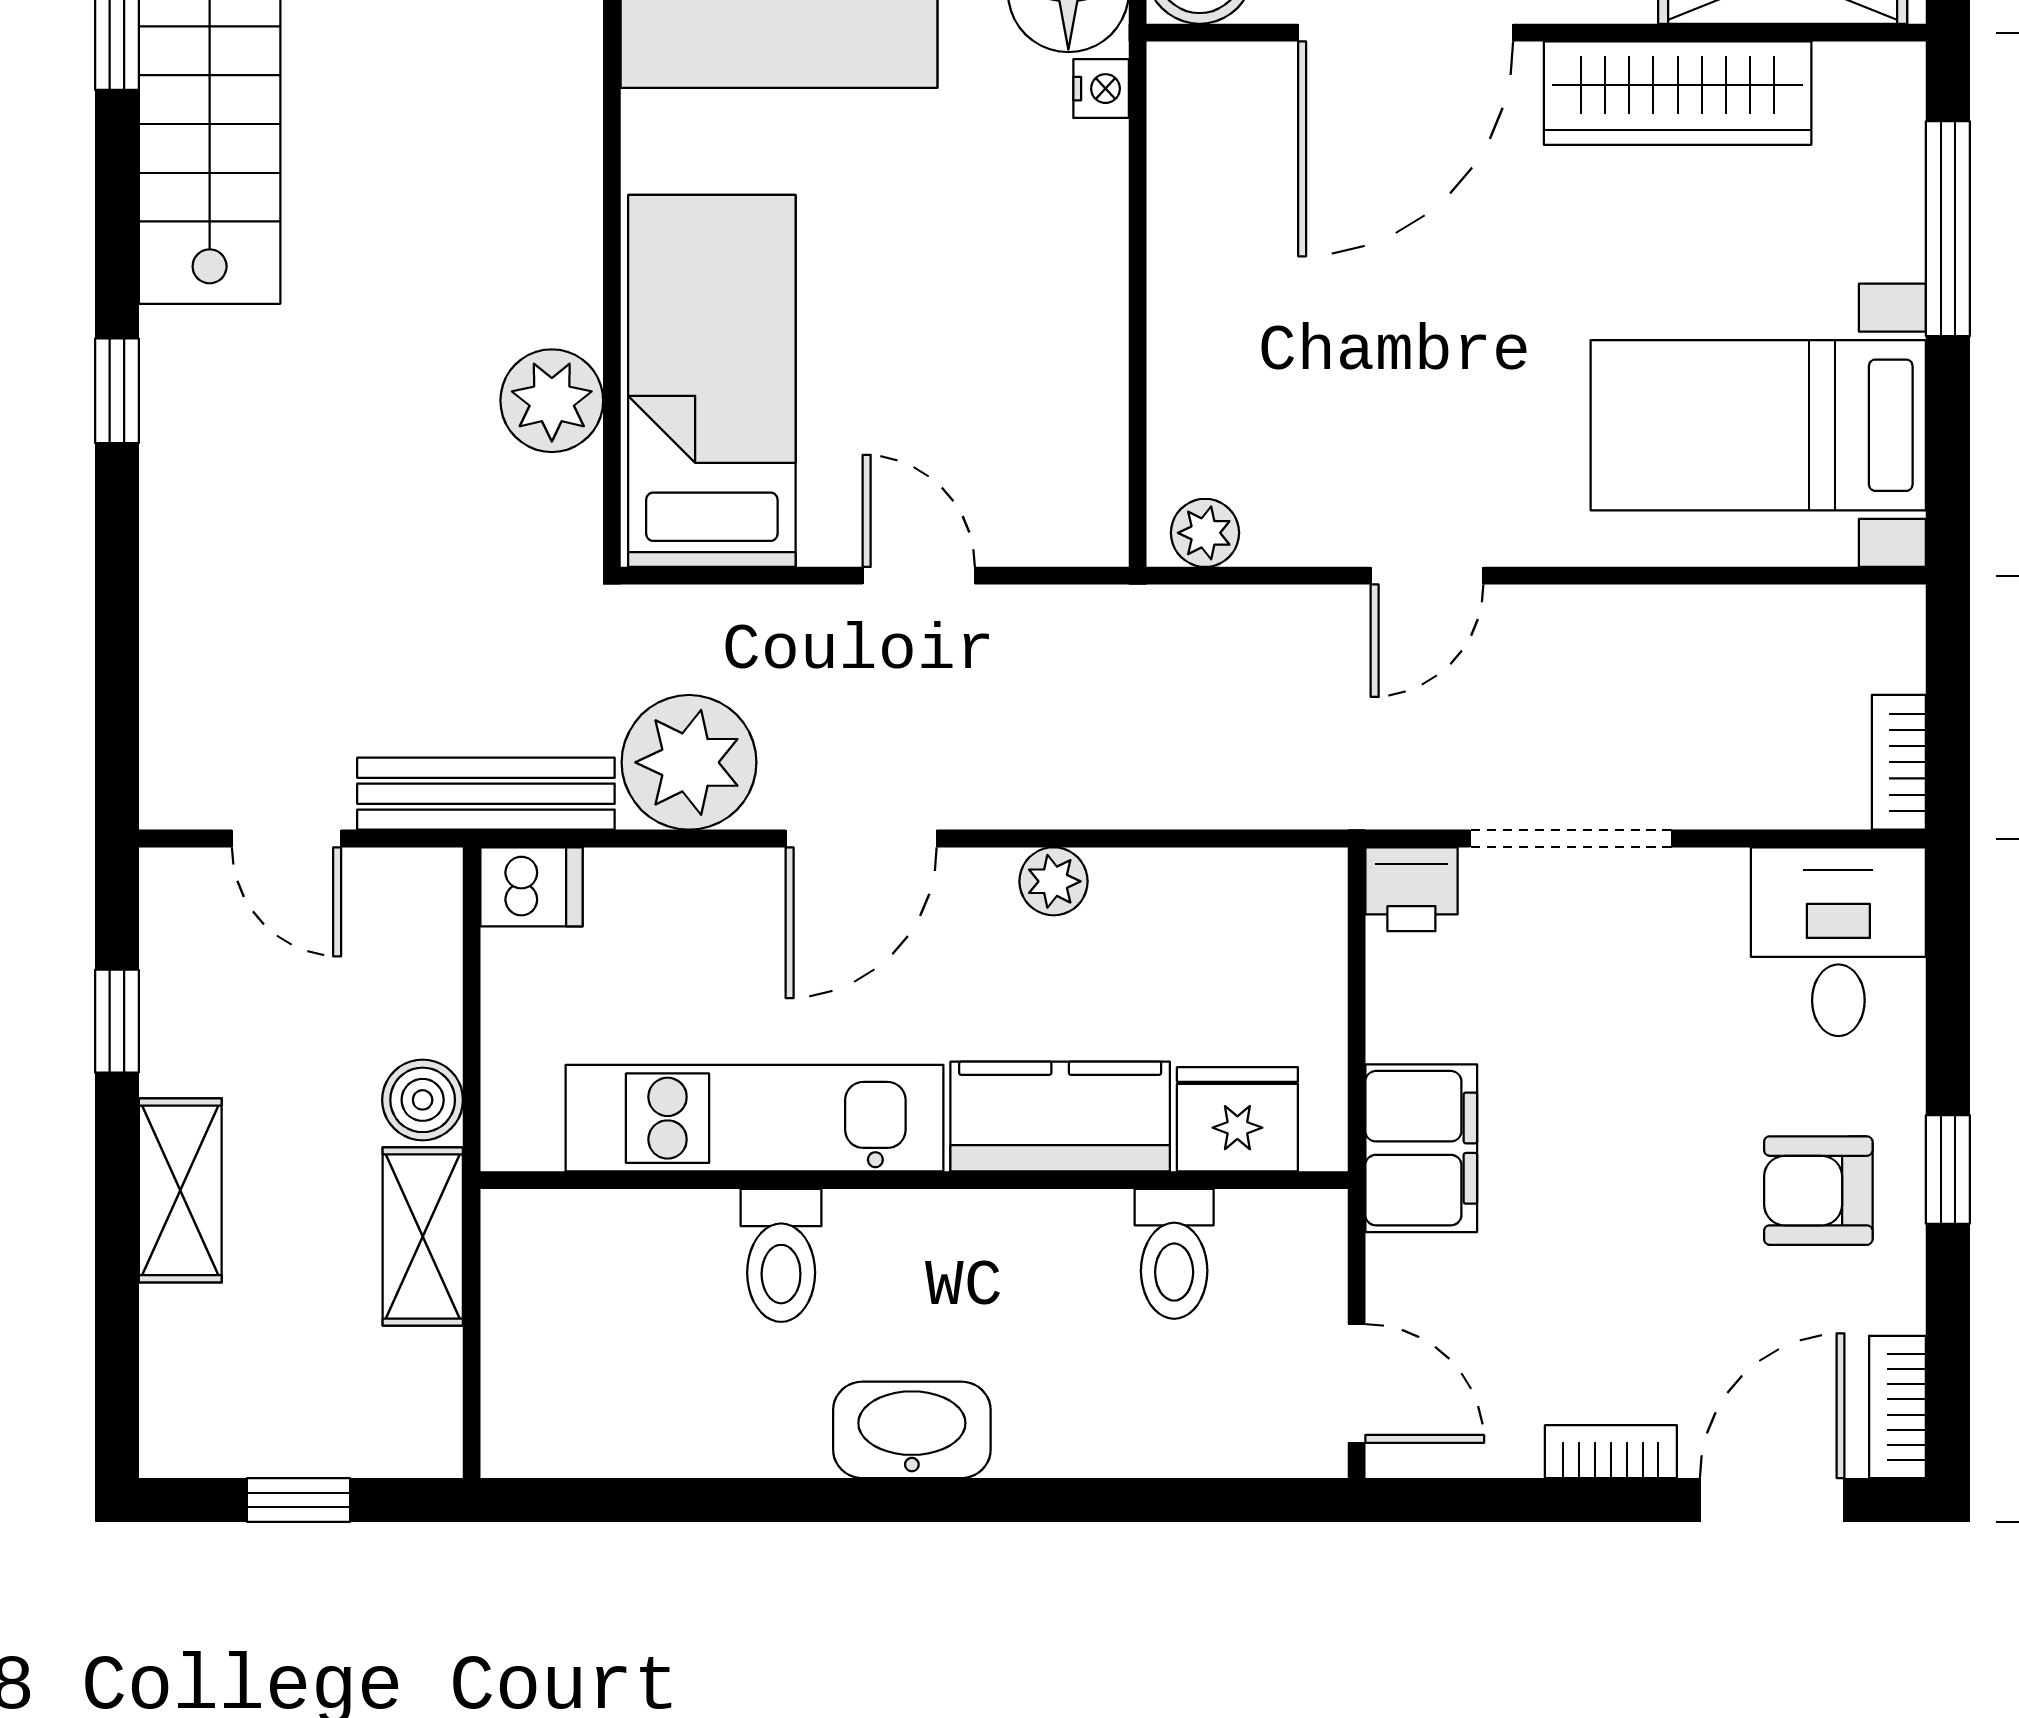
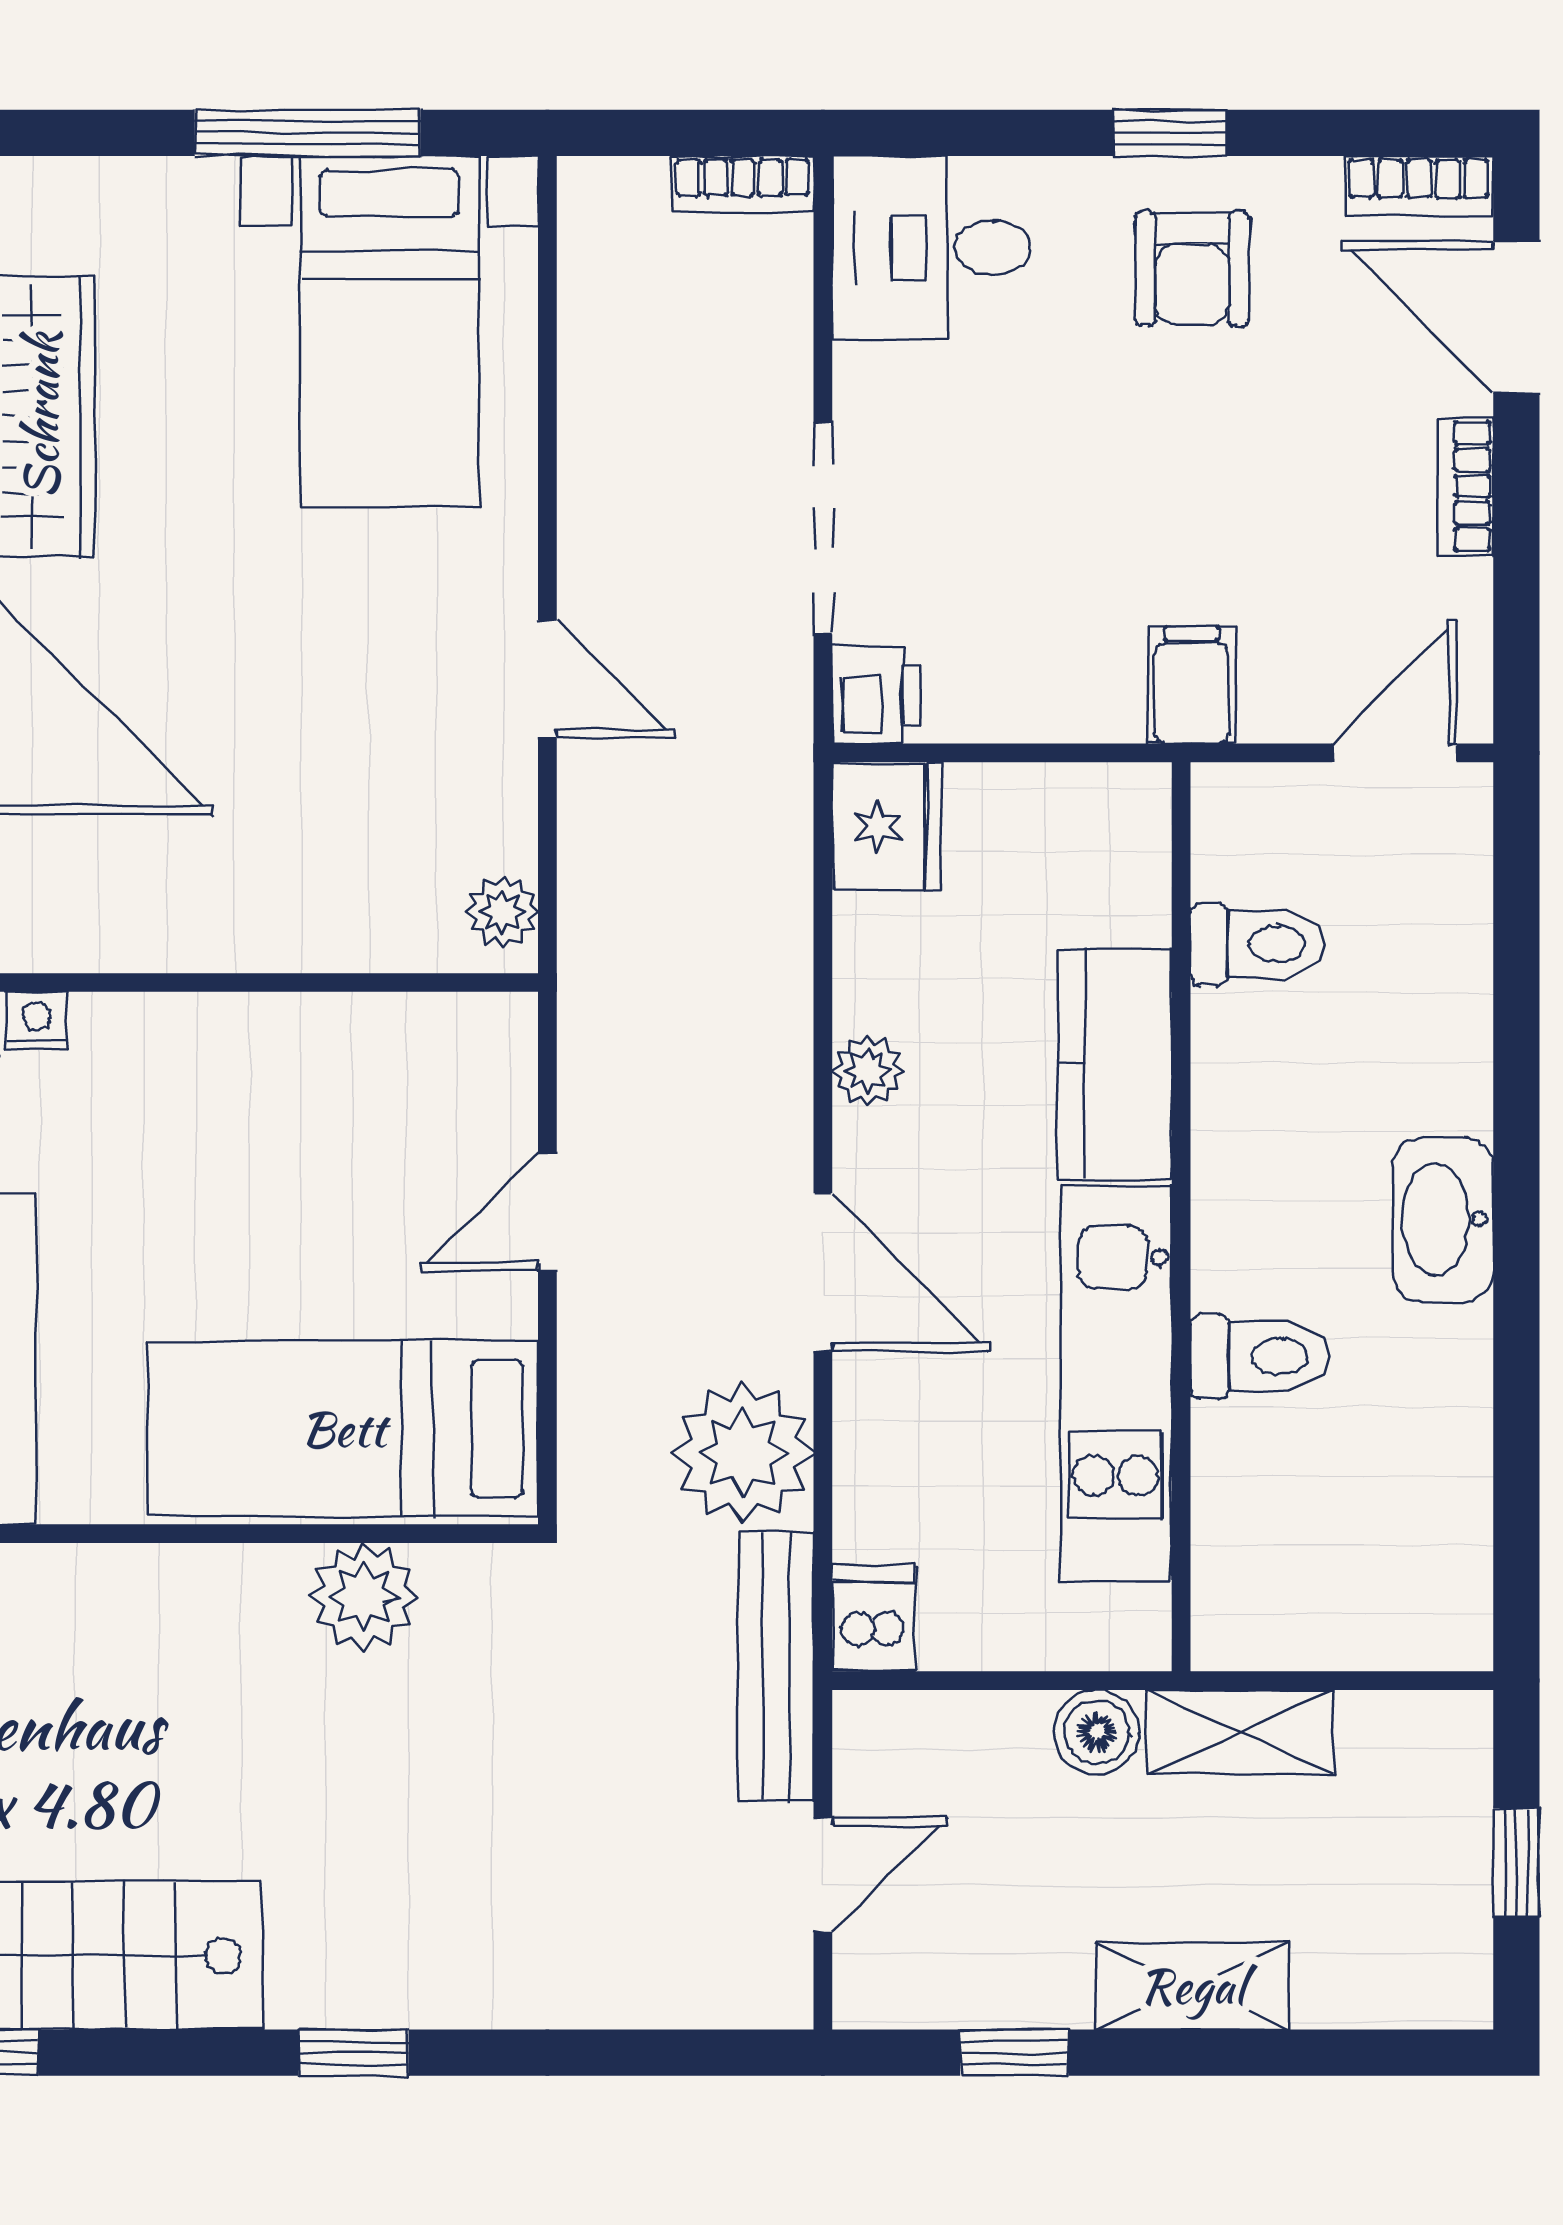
window: (1948, 229) -> (307, 133), moved
fridge: (1237, 1119) -> (887, 827), moved, turned 180
filing cabinet: (1421, 1148) -> (1191, 685), width x0.50

